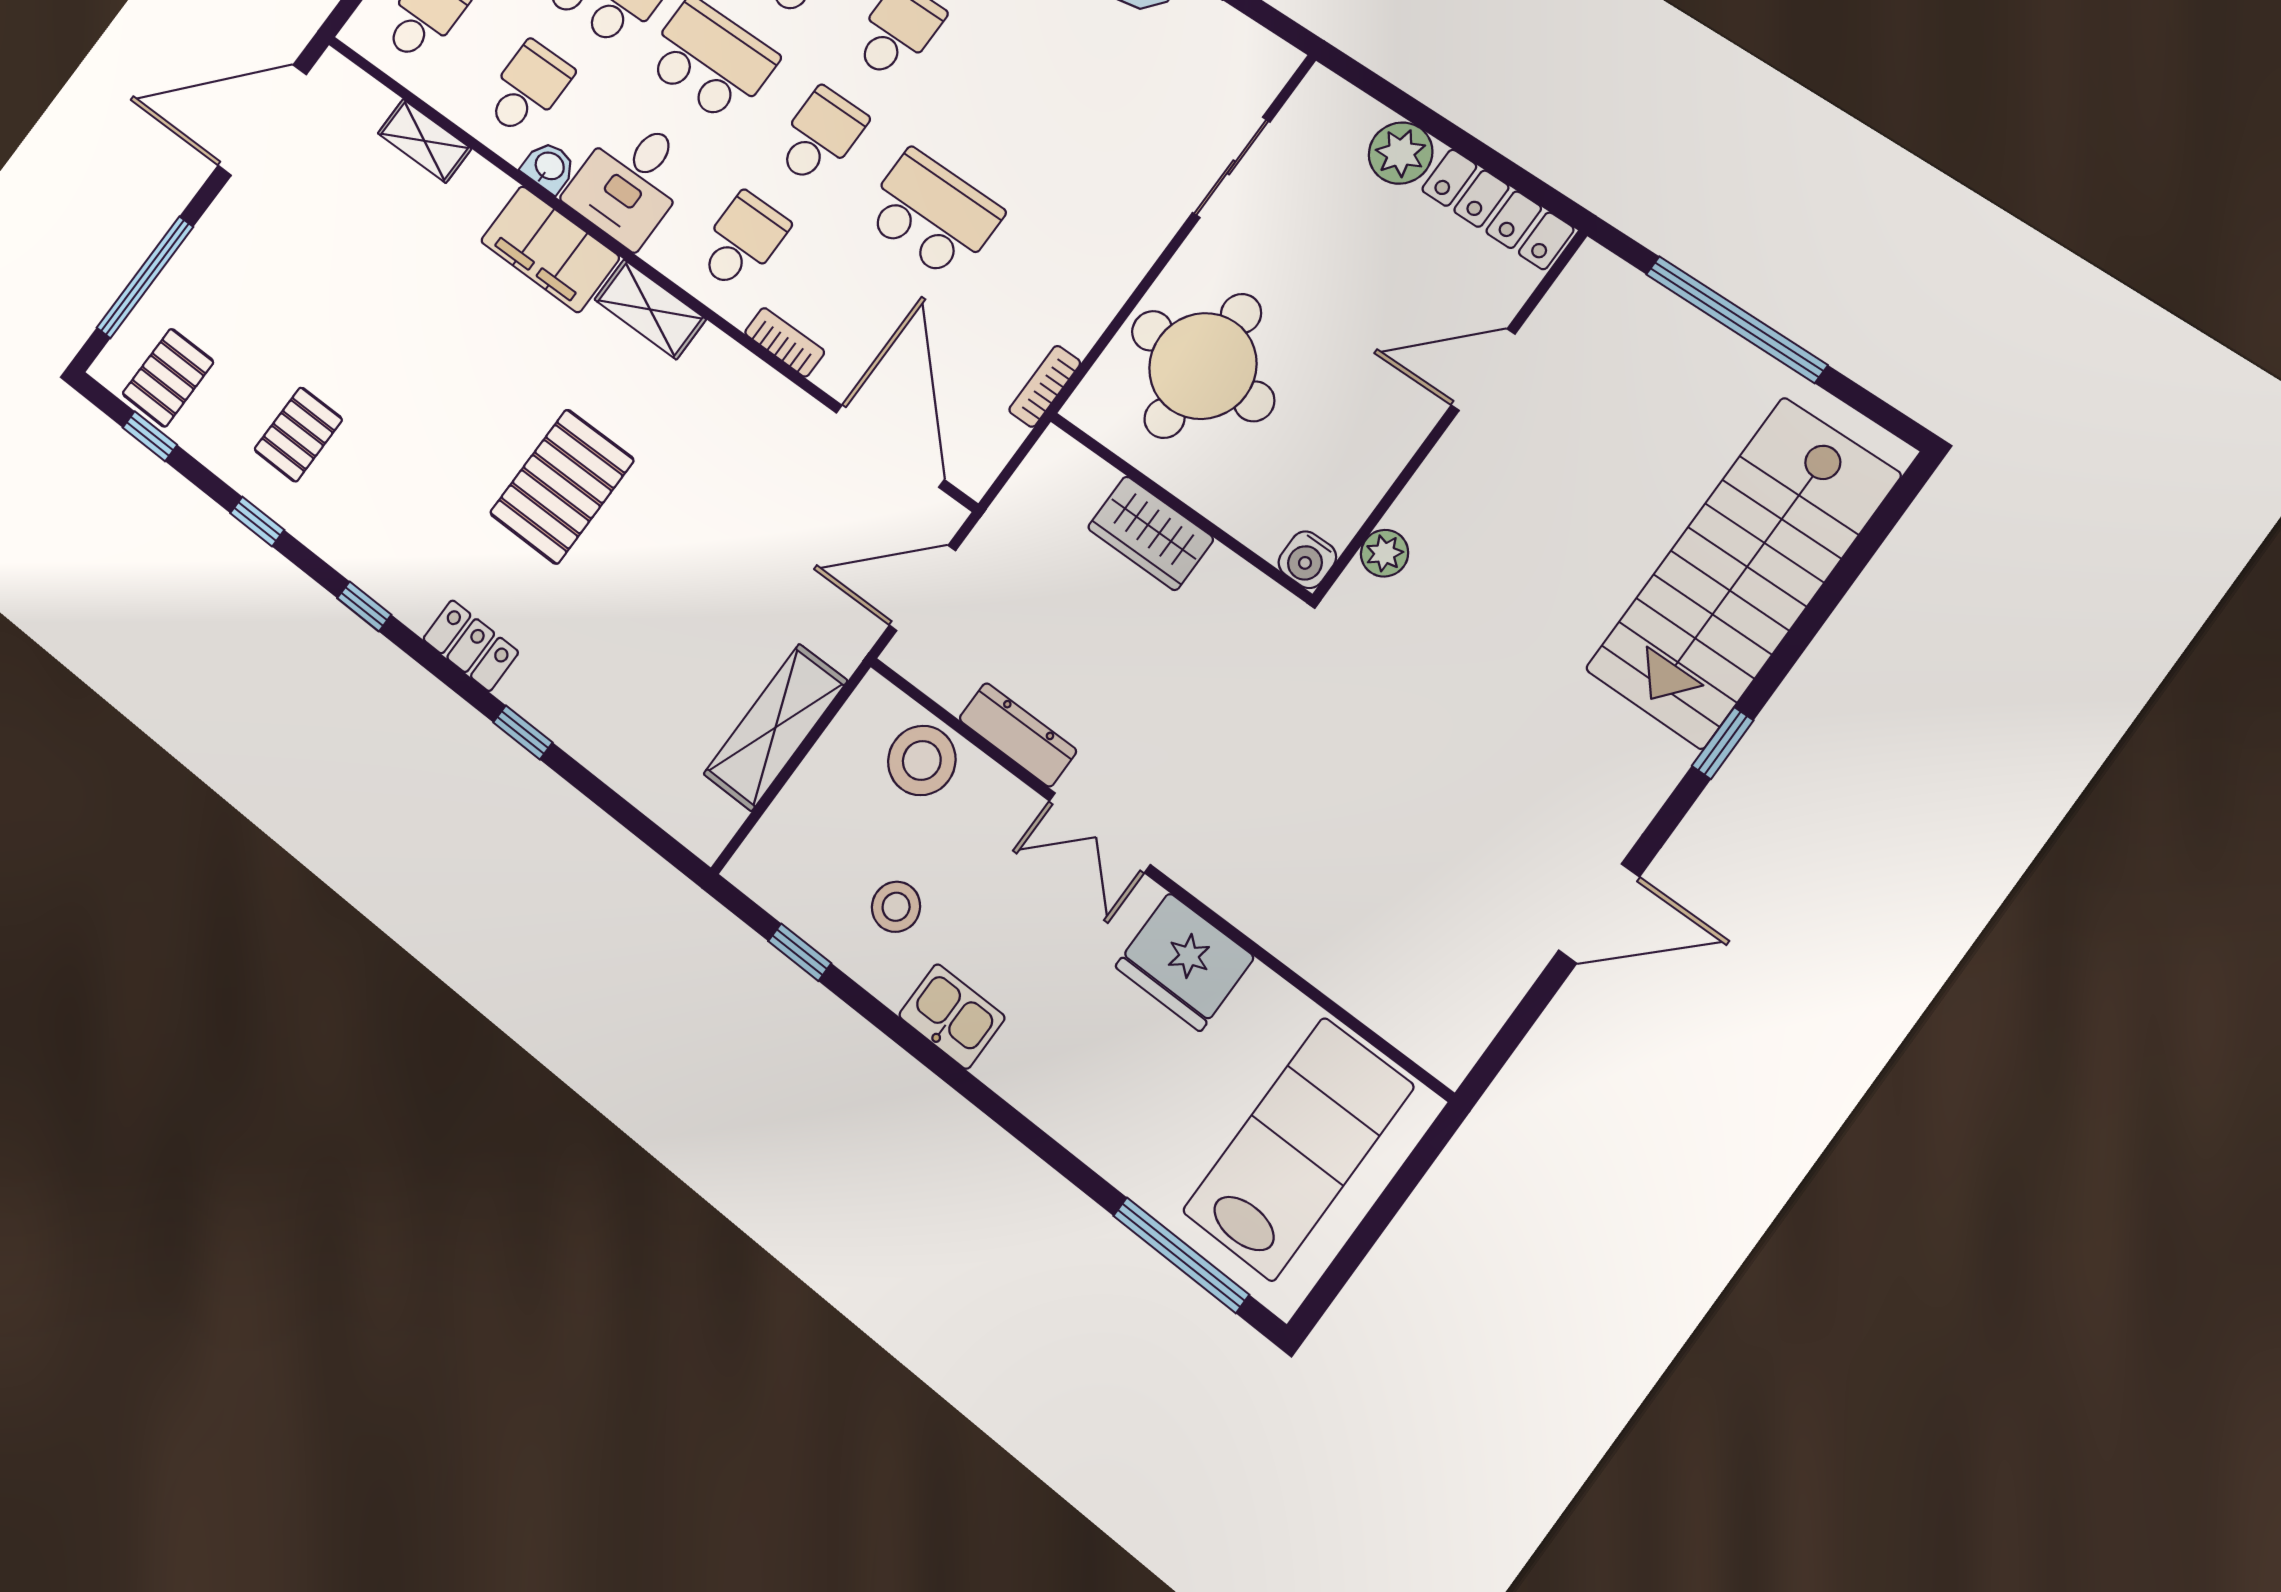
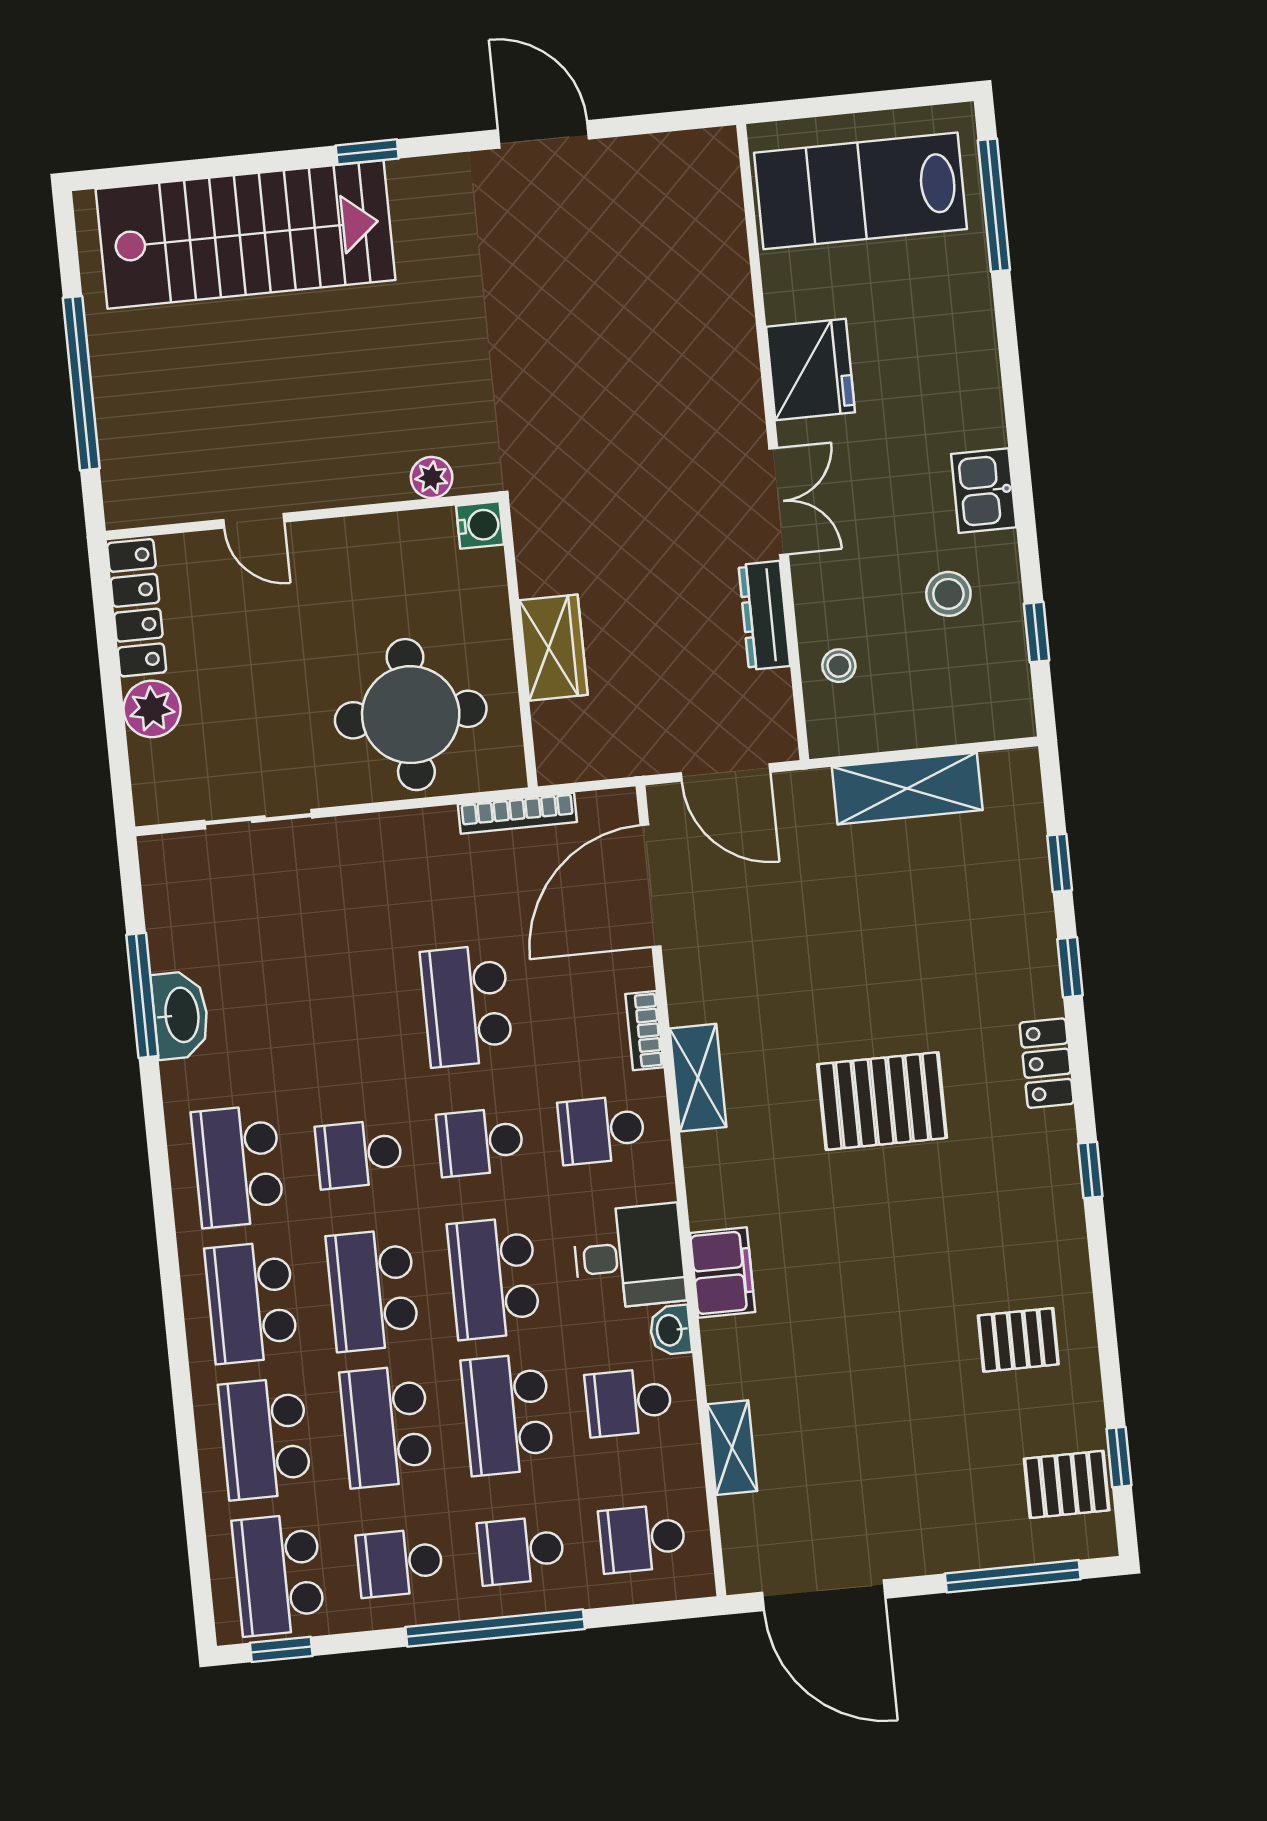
filing cabinet: (550, 249) -> (723, 1273), width x0.67, depth x0.86
shelving: (650, 309) -> (698, 1078), moved
door: (1483, 370) -> (254, 521), width x0.73
bookcase: (1045, 386) -> (517, 813), width x1.56
window: (257, 521) -> (1060, 863), moved
stool: (922, 760) -> (839, 666), width x0.53, depth x0.53

